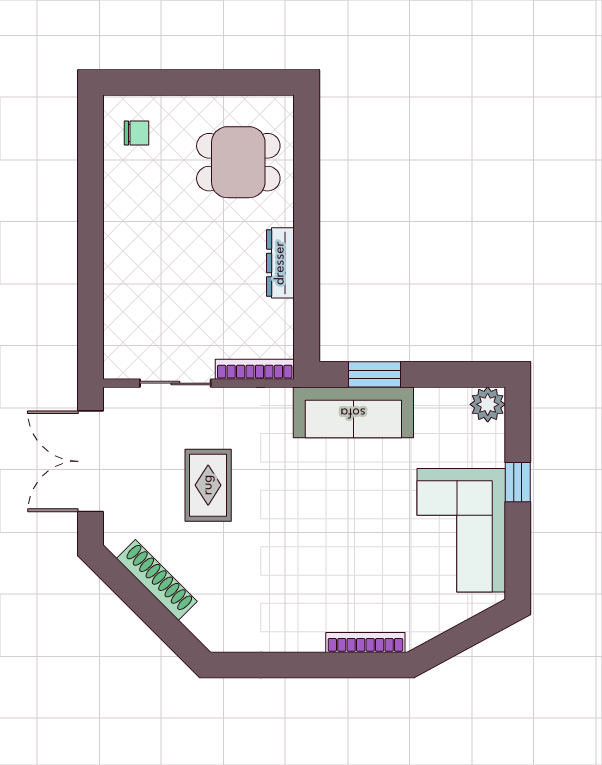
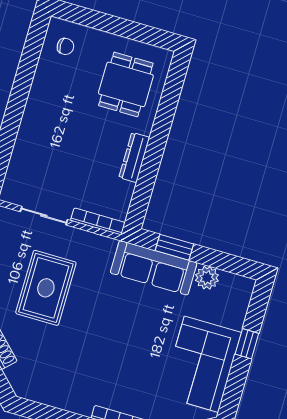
dining table: (238, 162) -> (126, 84), turned 90
plant: (488, 404) -> (207, 278), moved
rug: (208, 485) -> (46, 288), width x1.36, depth x1.43

